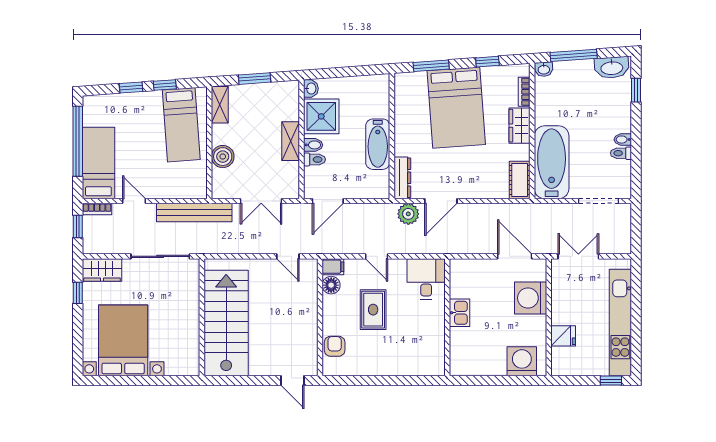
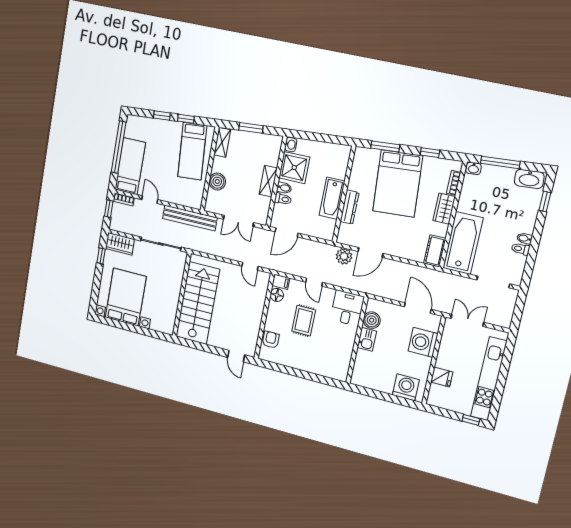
dresser: (402, 178) -> (350, 207), moved
boiler: (460, 286) -> (372, 320), added

